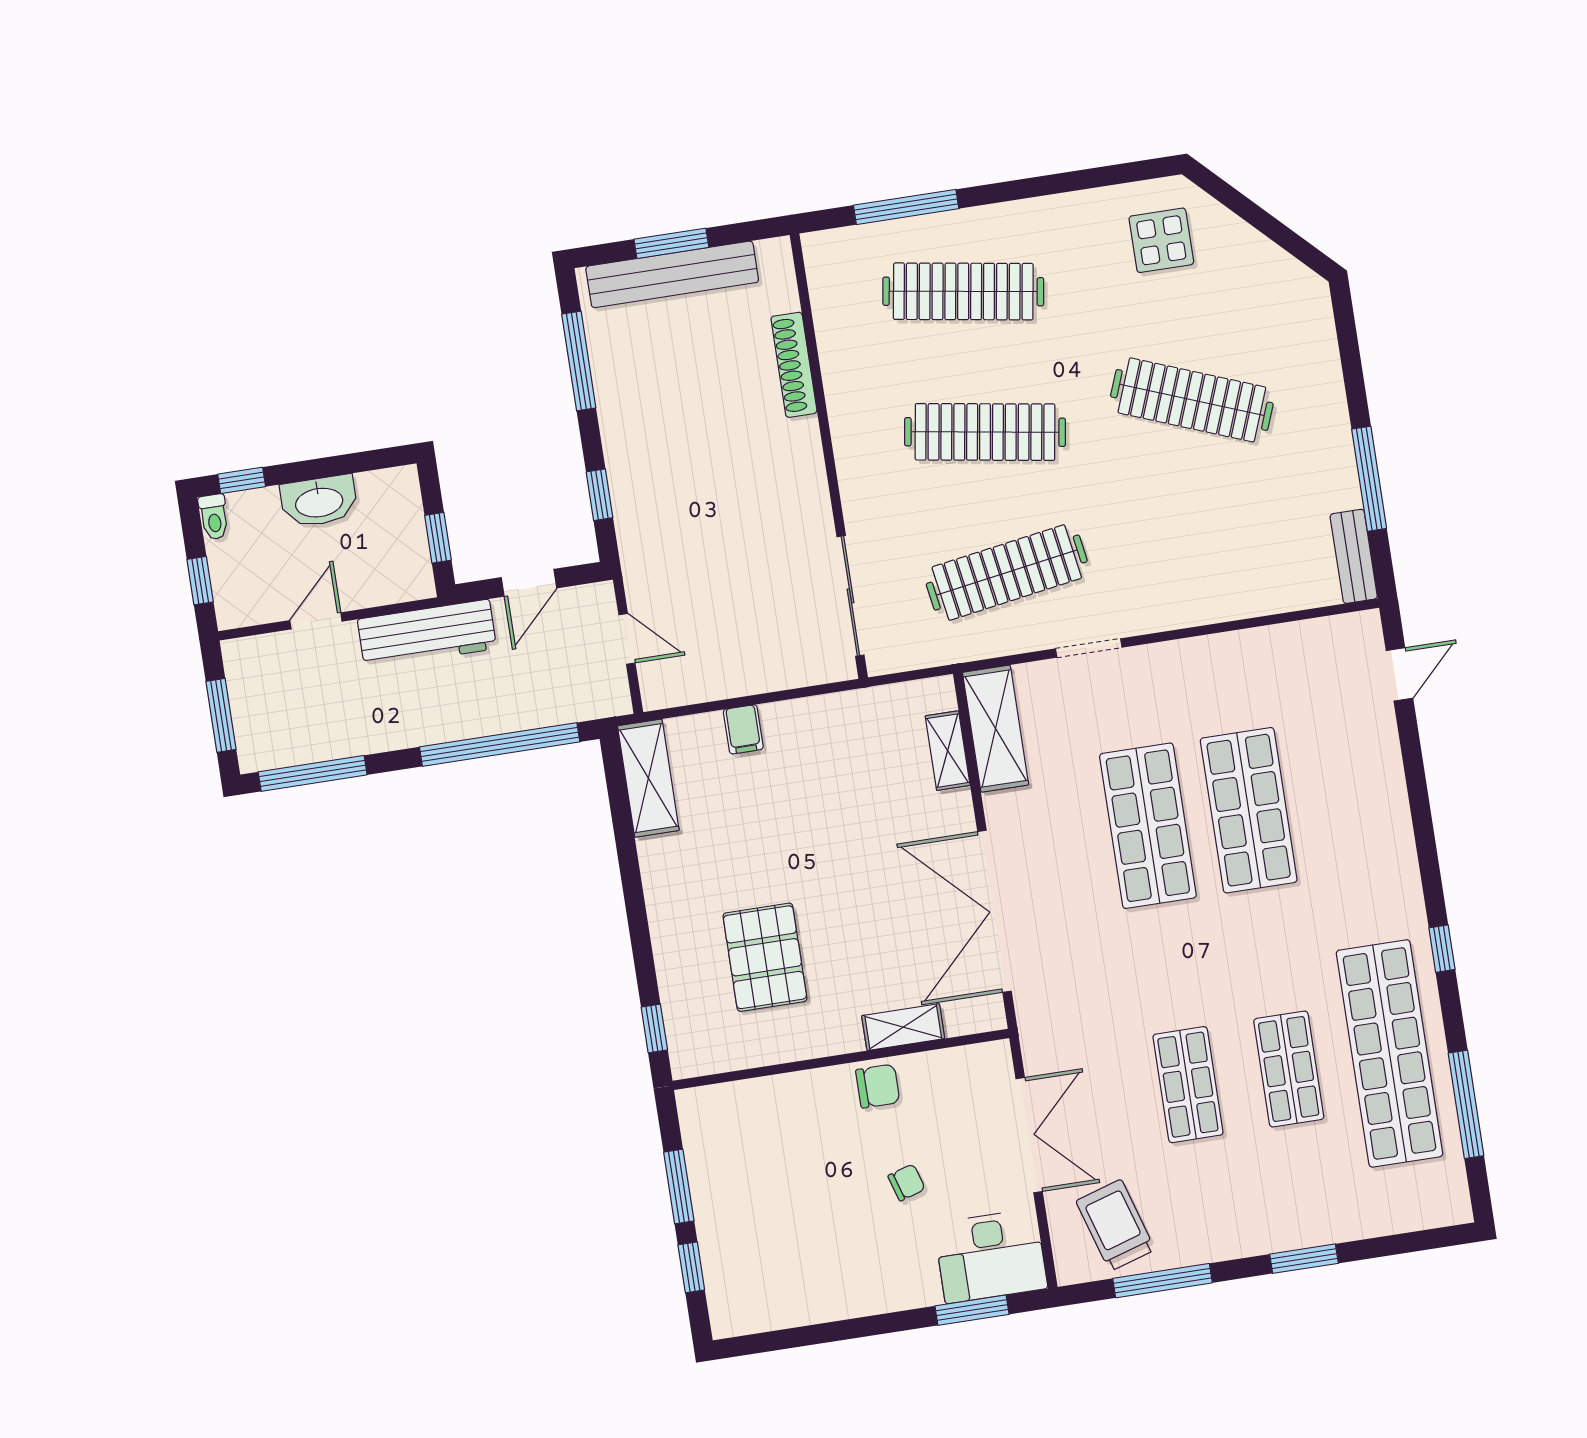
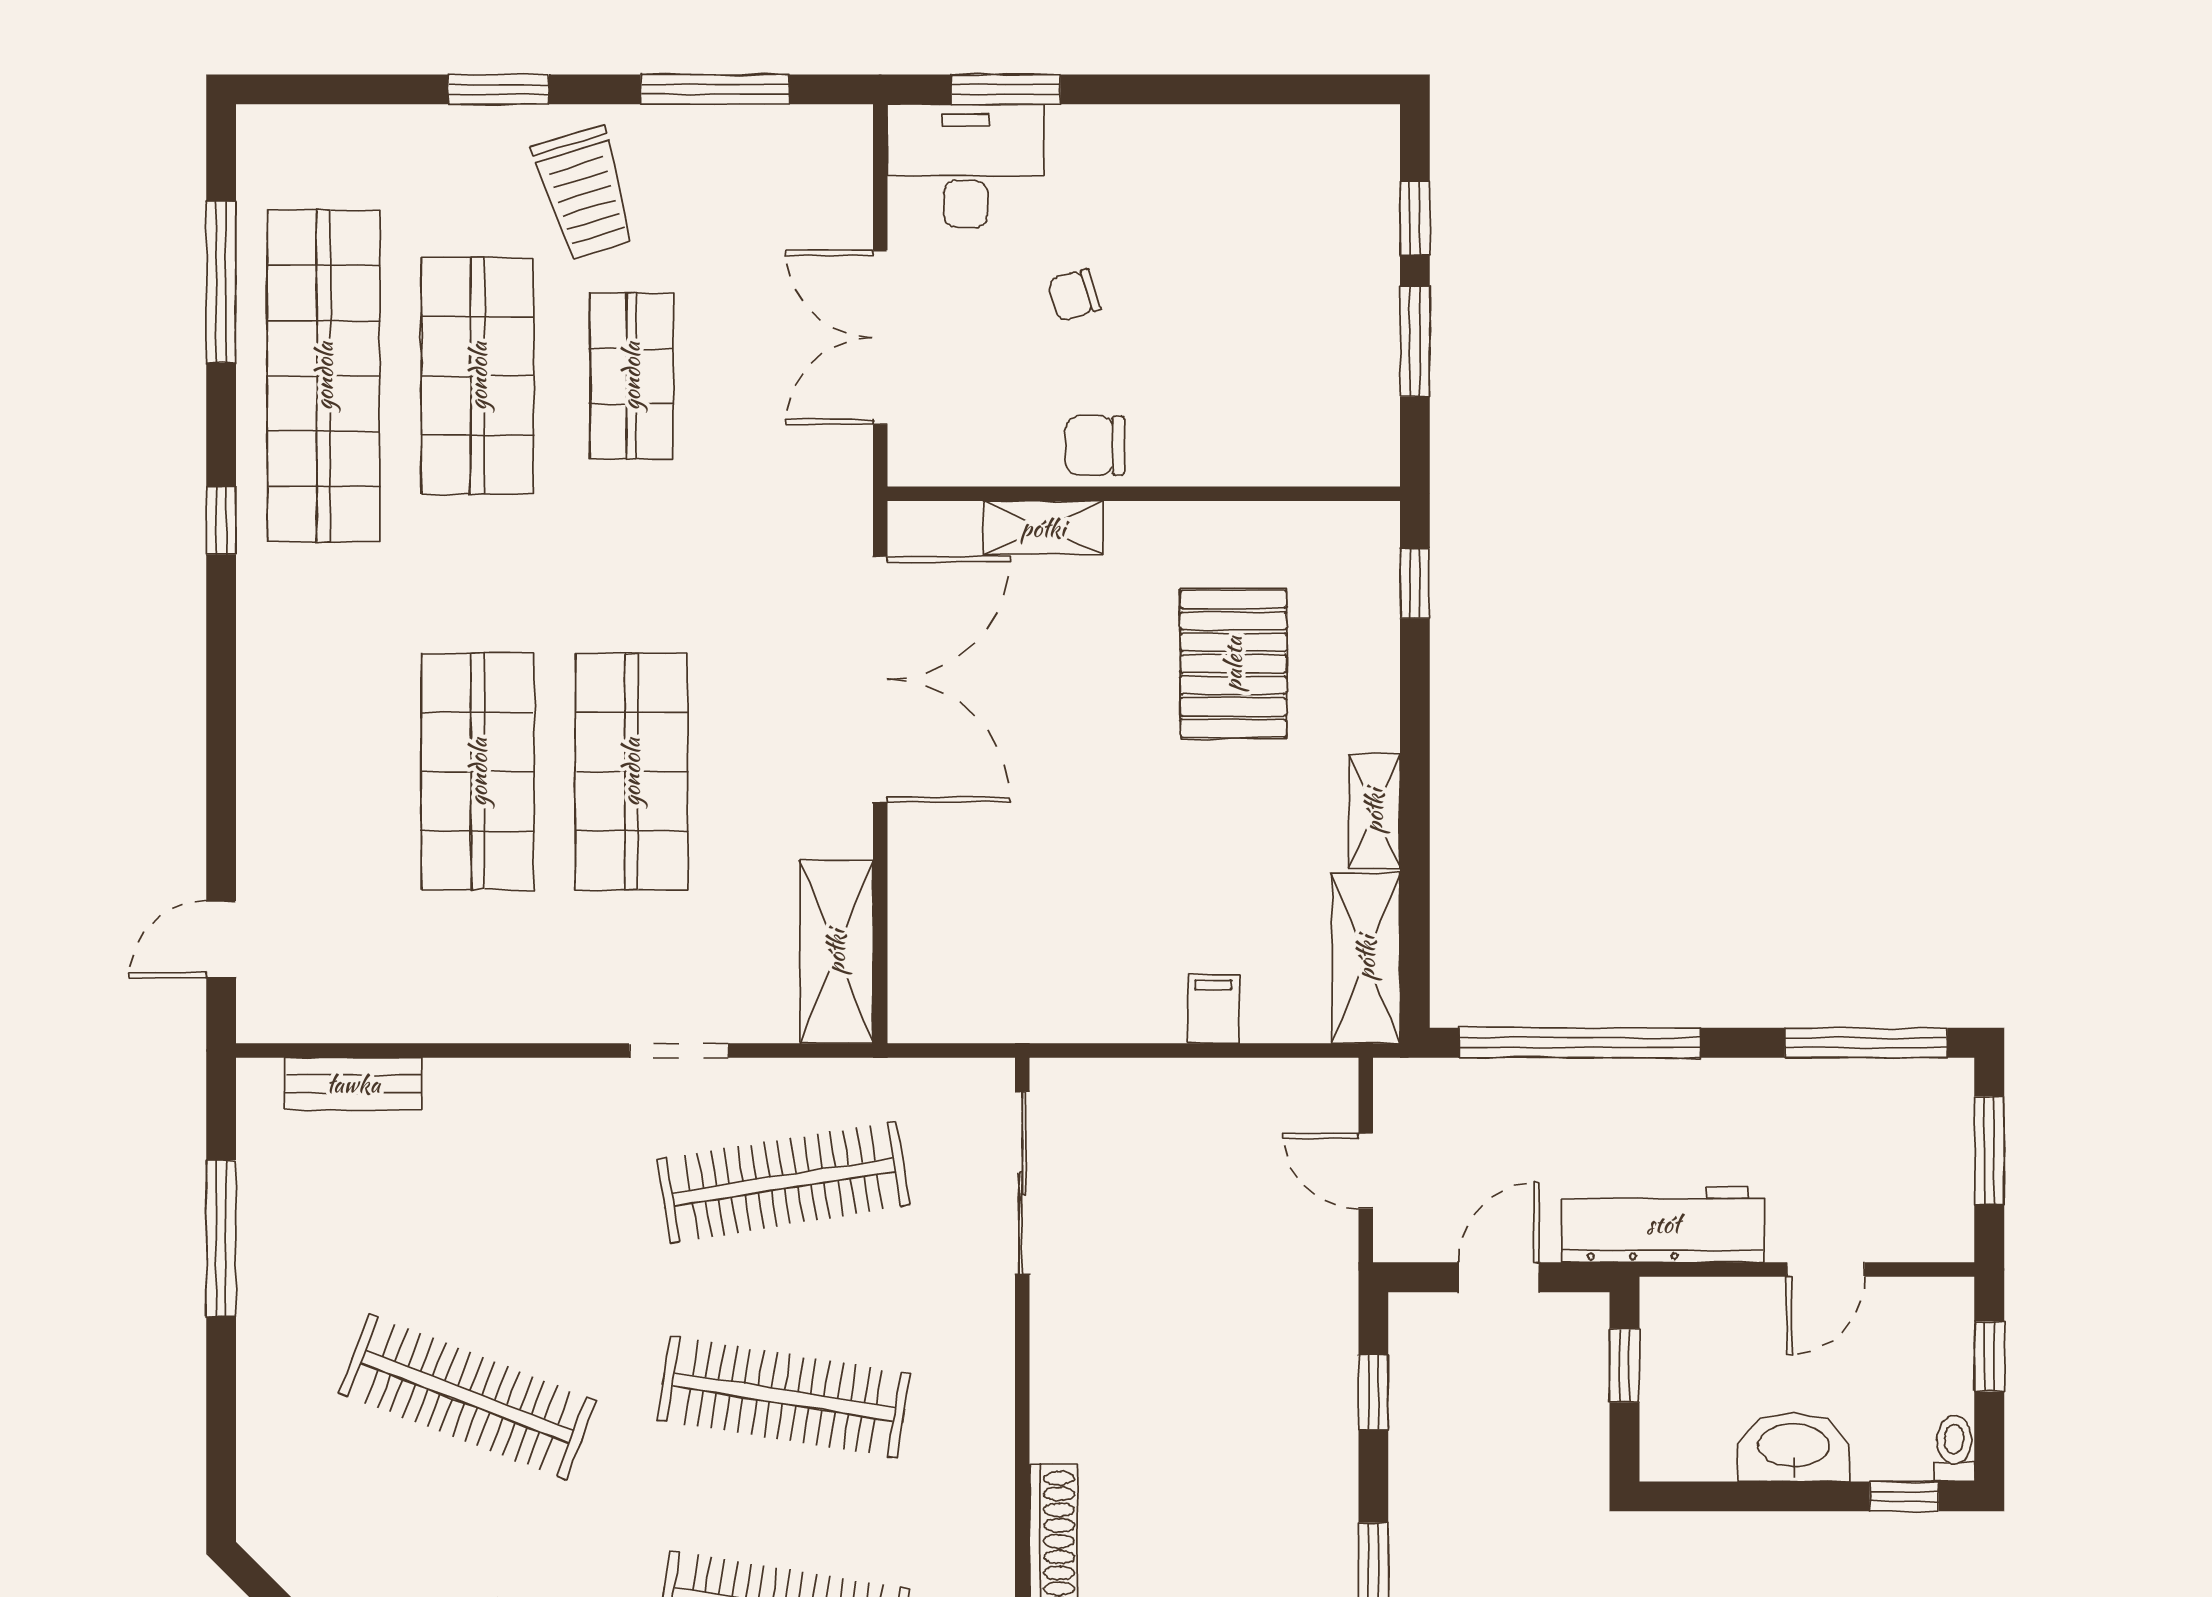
bench: (1354, 556) -> (353, 1084), moved, turned 90
shelving: (948, 751) -> (1374, 811), moved
shop shelf: (1289, 1069) -> (478, 376), width x1.43, depth x1.36
trolley: (1115, 1225) -> (585, 193), moved

